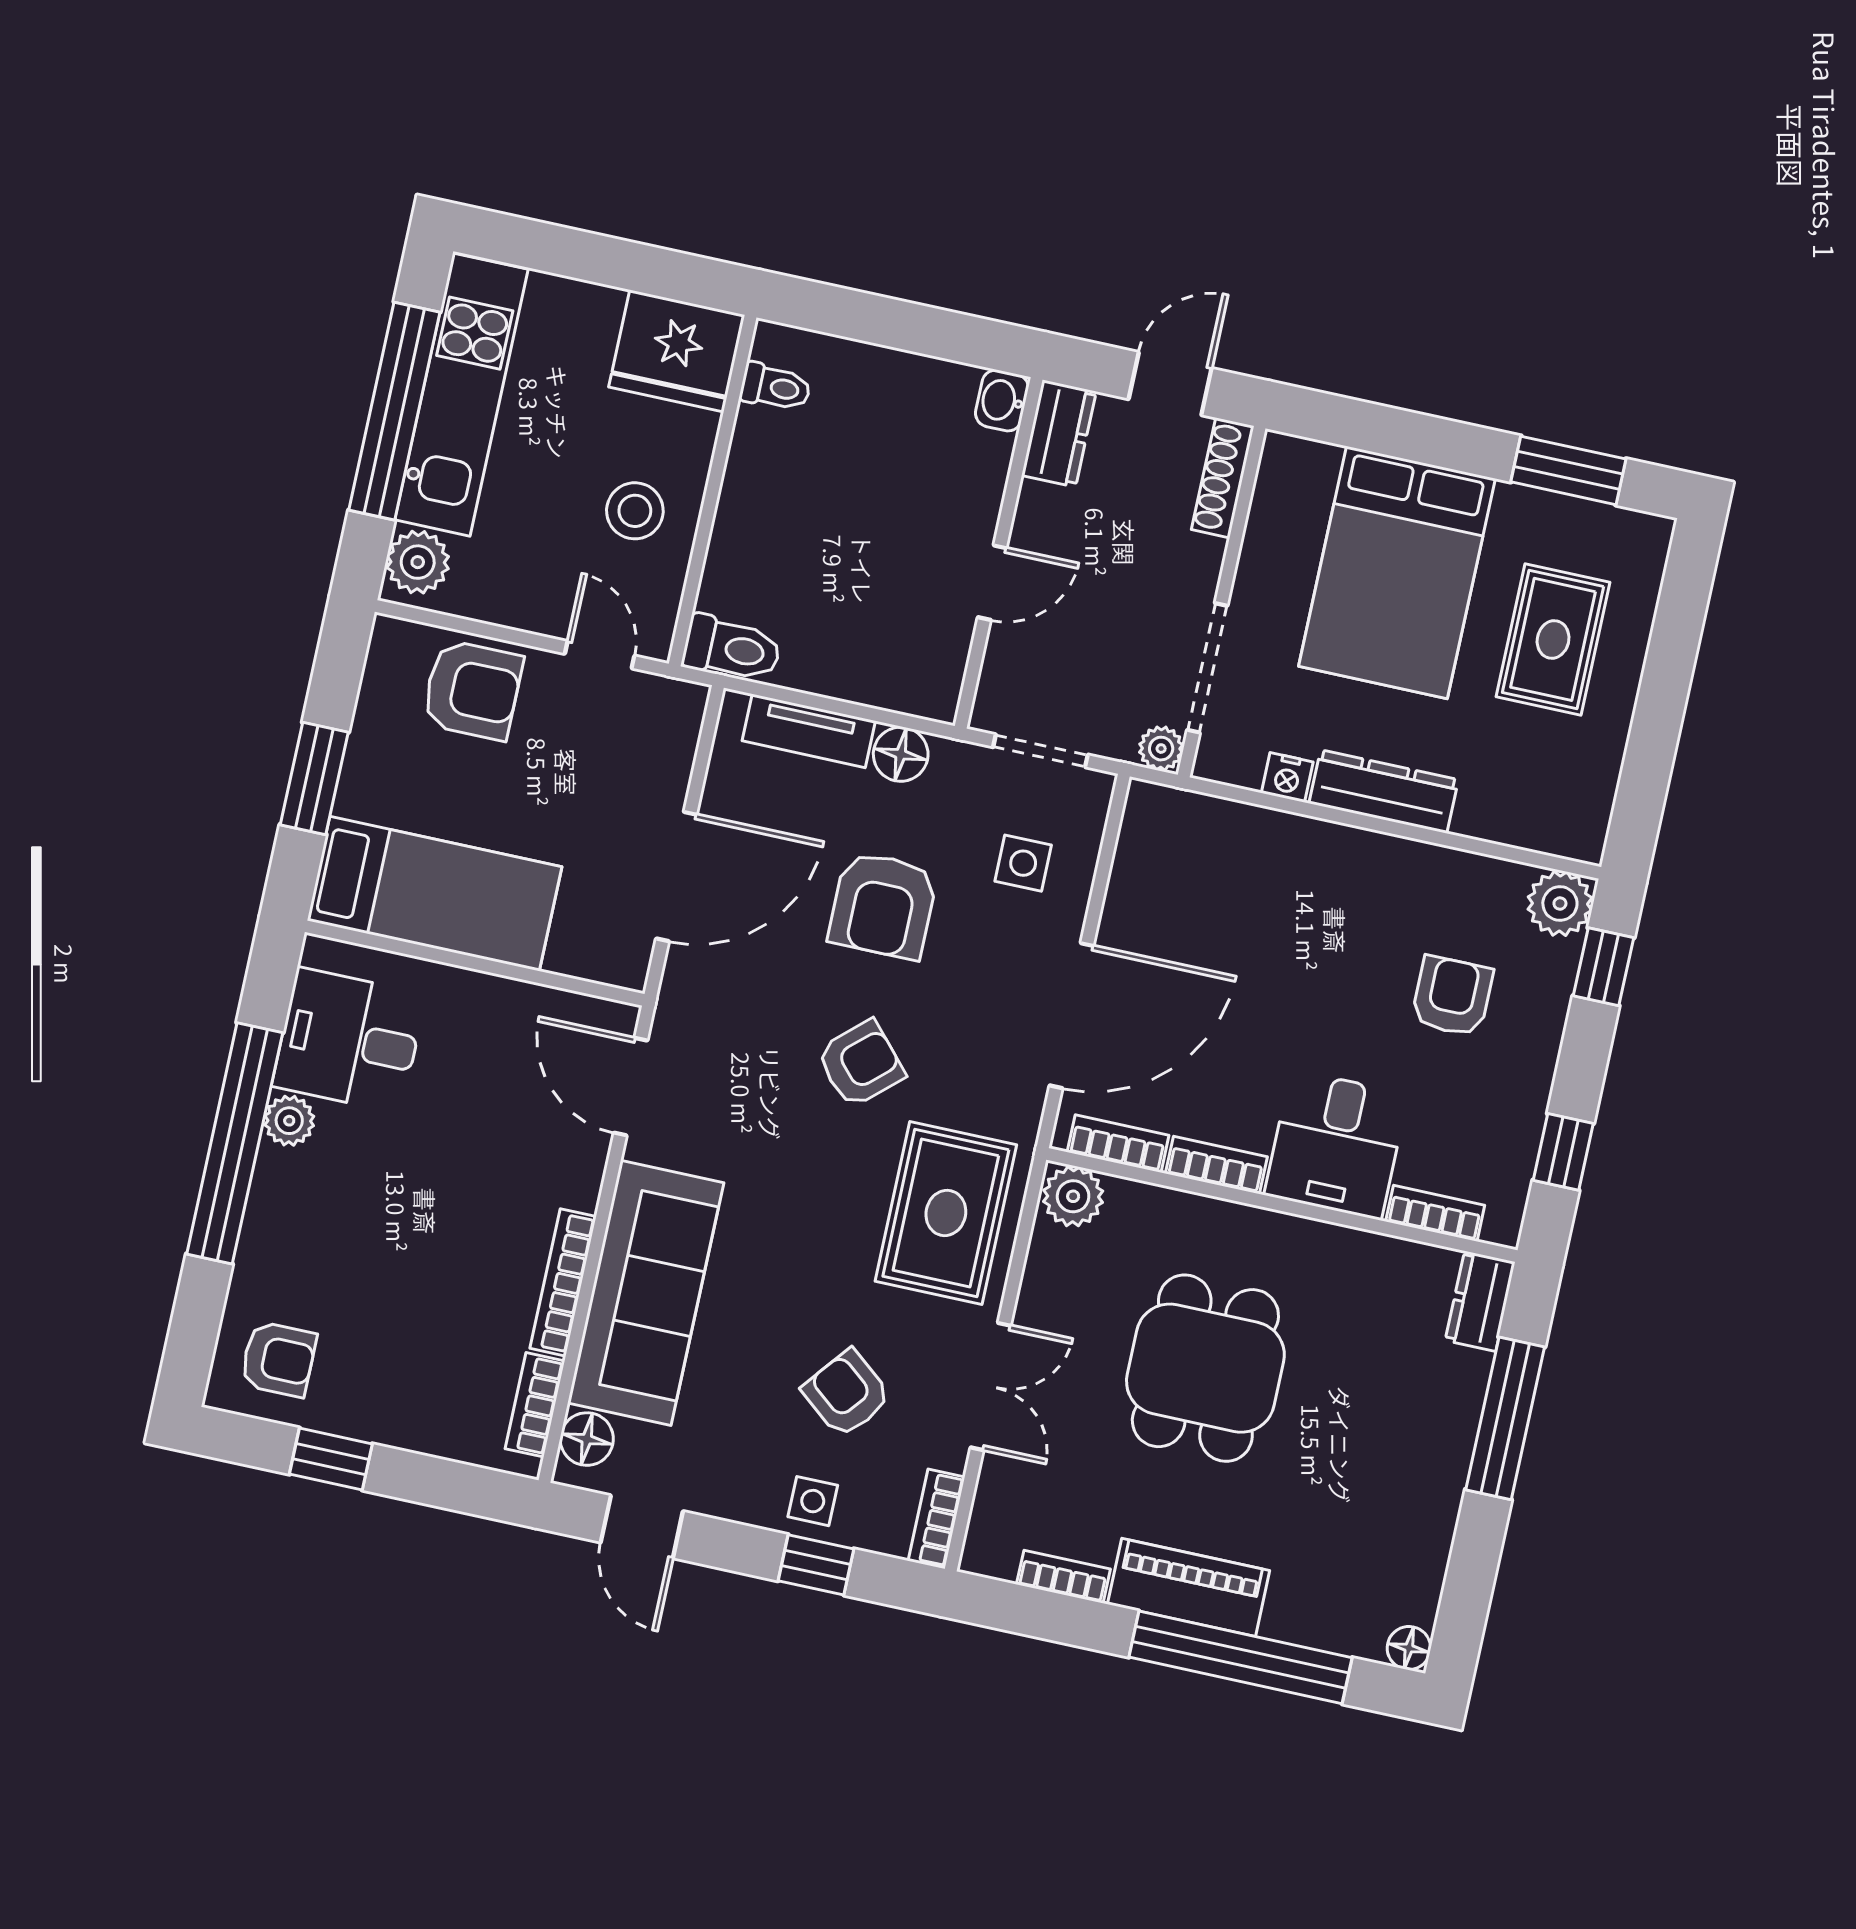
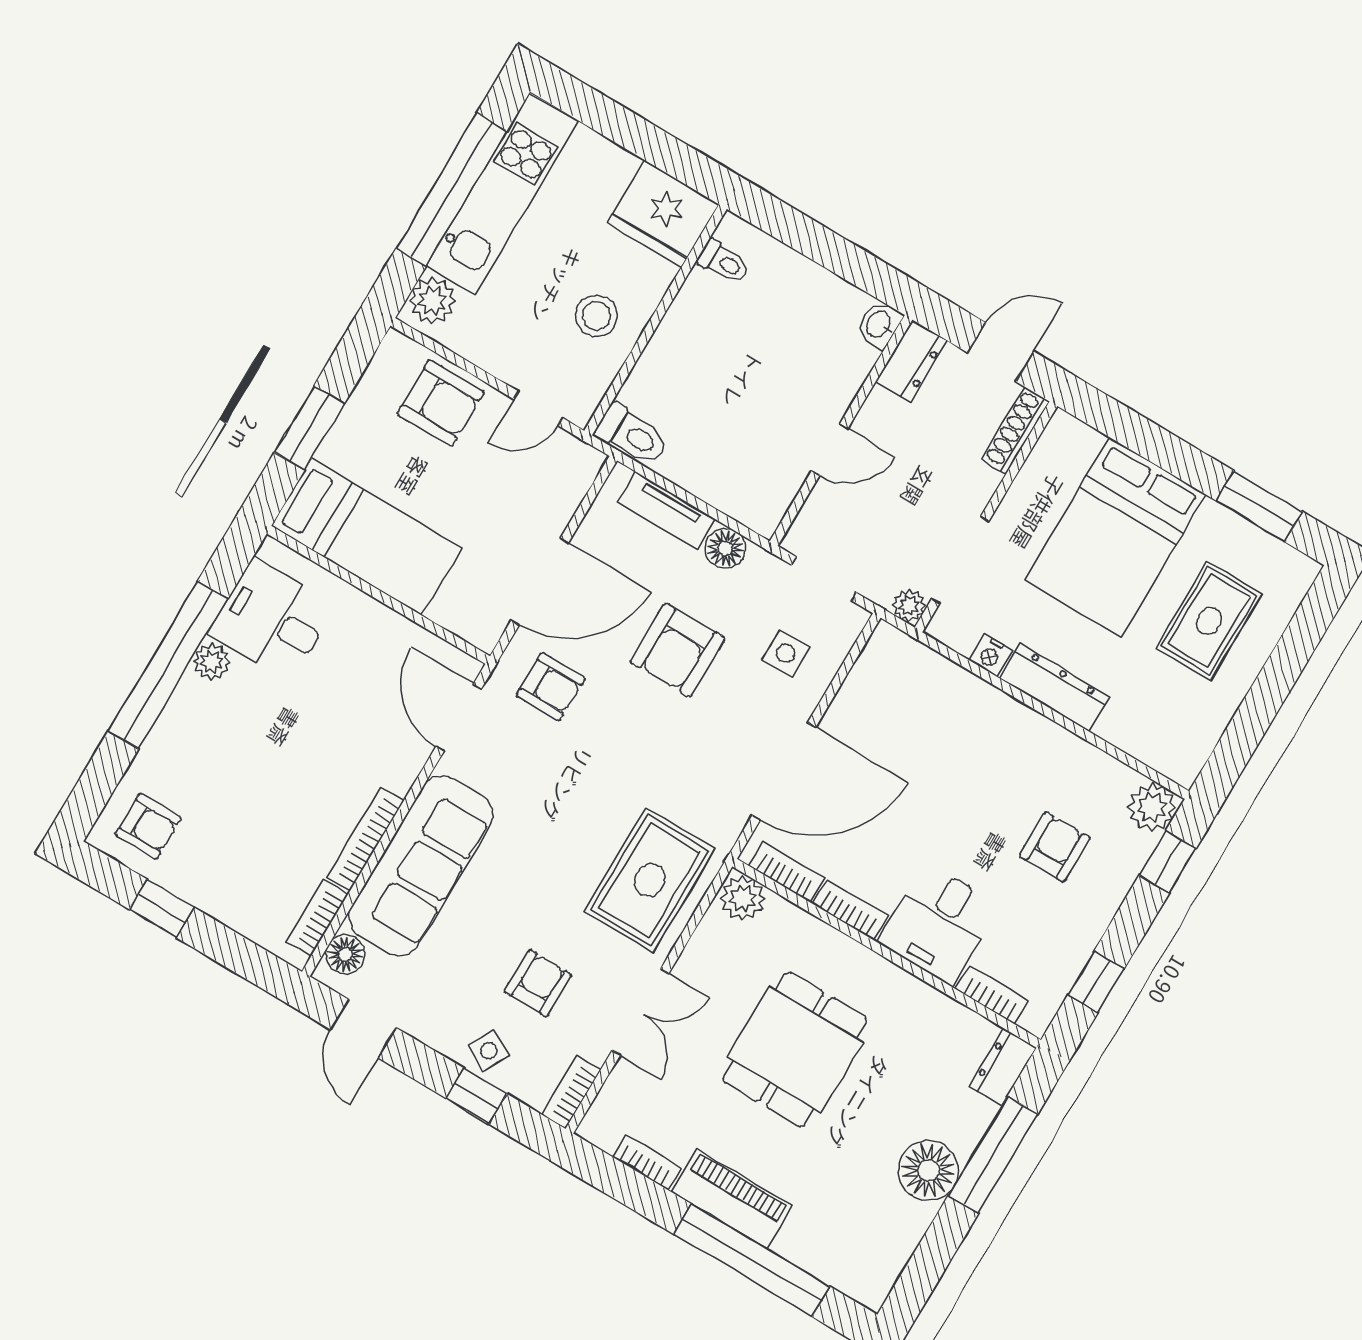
door: (600, 655) -> (538, 408), swing flipped
armchair: (861, 1064) -> (550, 687), moved, turned 42
armchair: (847, 1394) -> (538, 983), turned 51
side table: (813, 1501) -> (489, 1051), turned 30
floor lamp: (1409, 1648) -> (929, 1170), moved, width x1.89, depth x1.89

